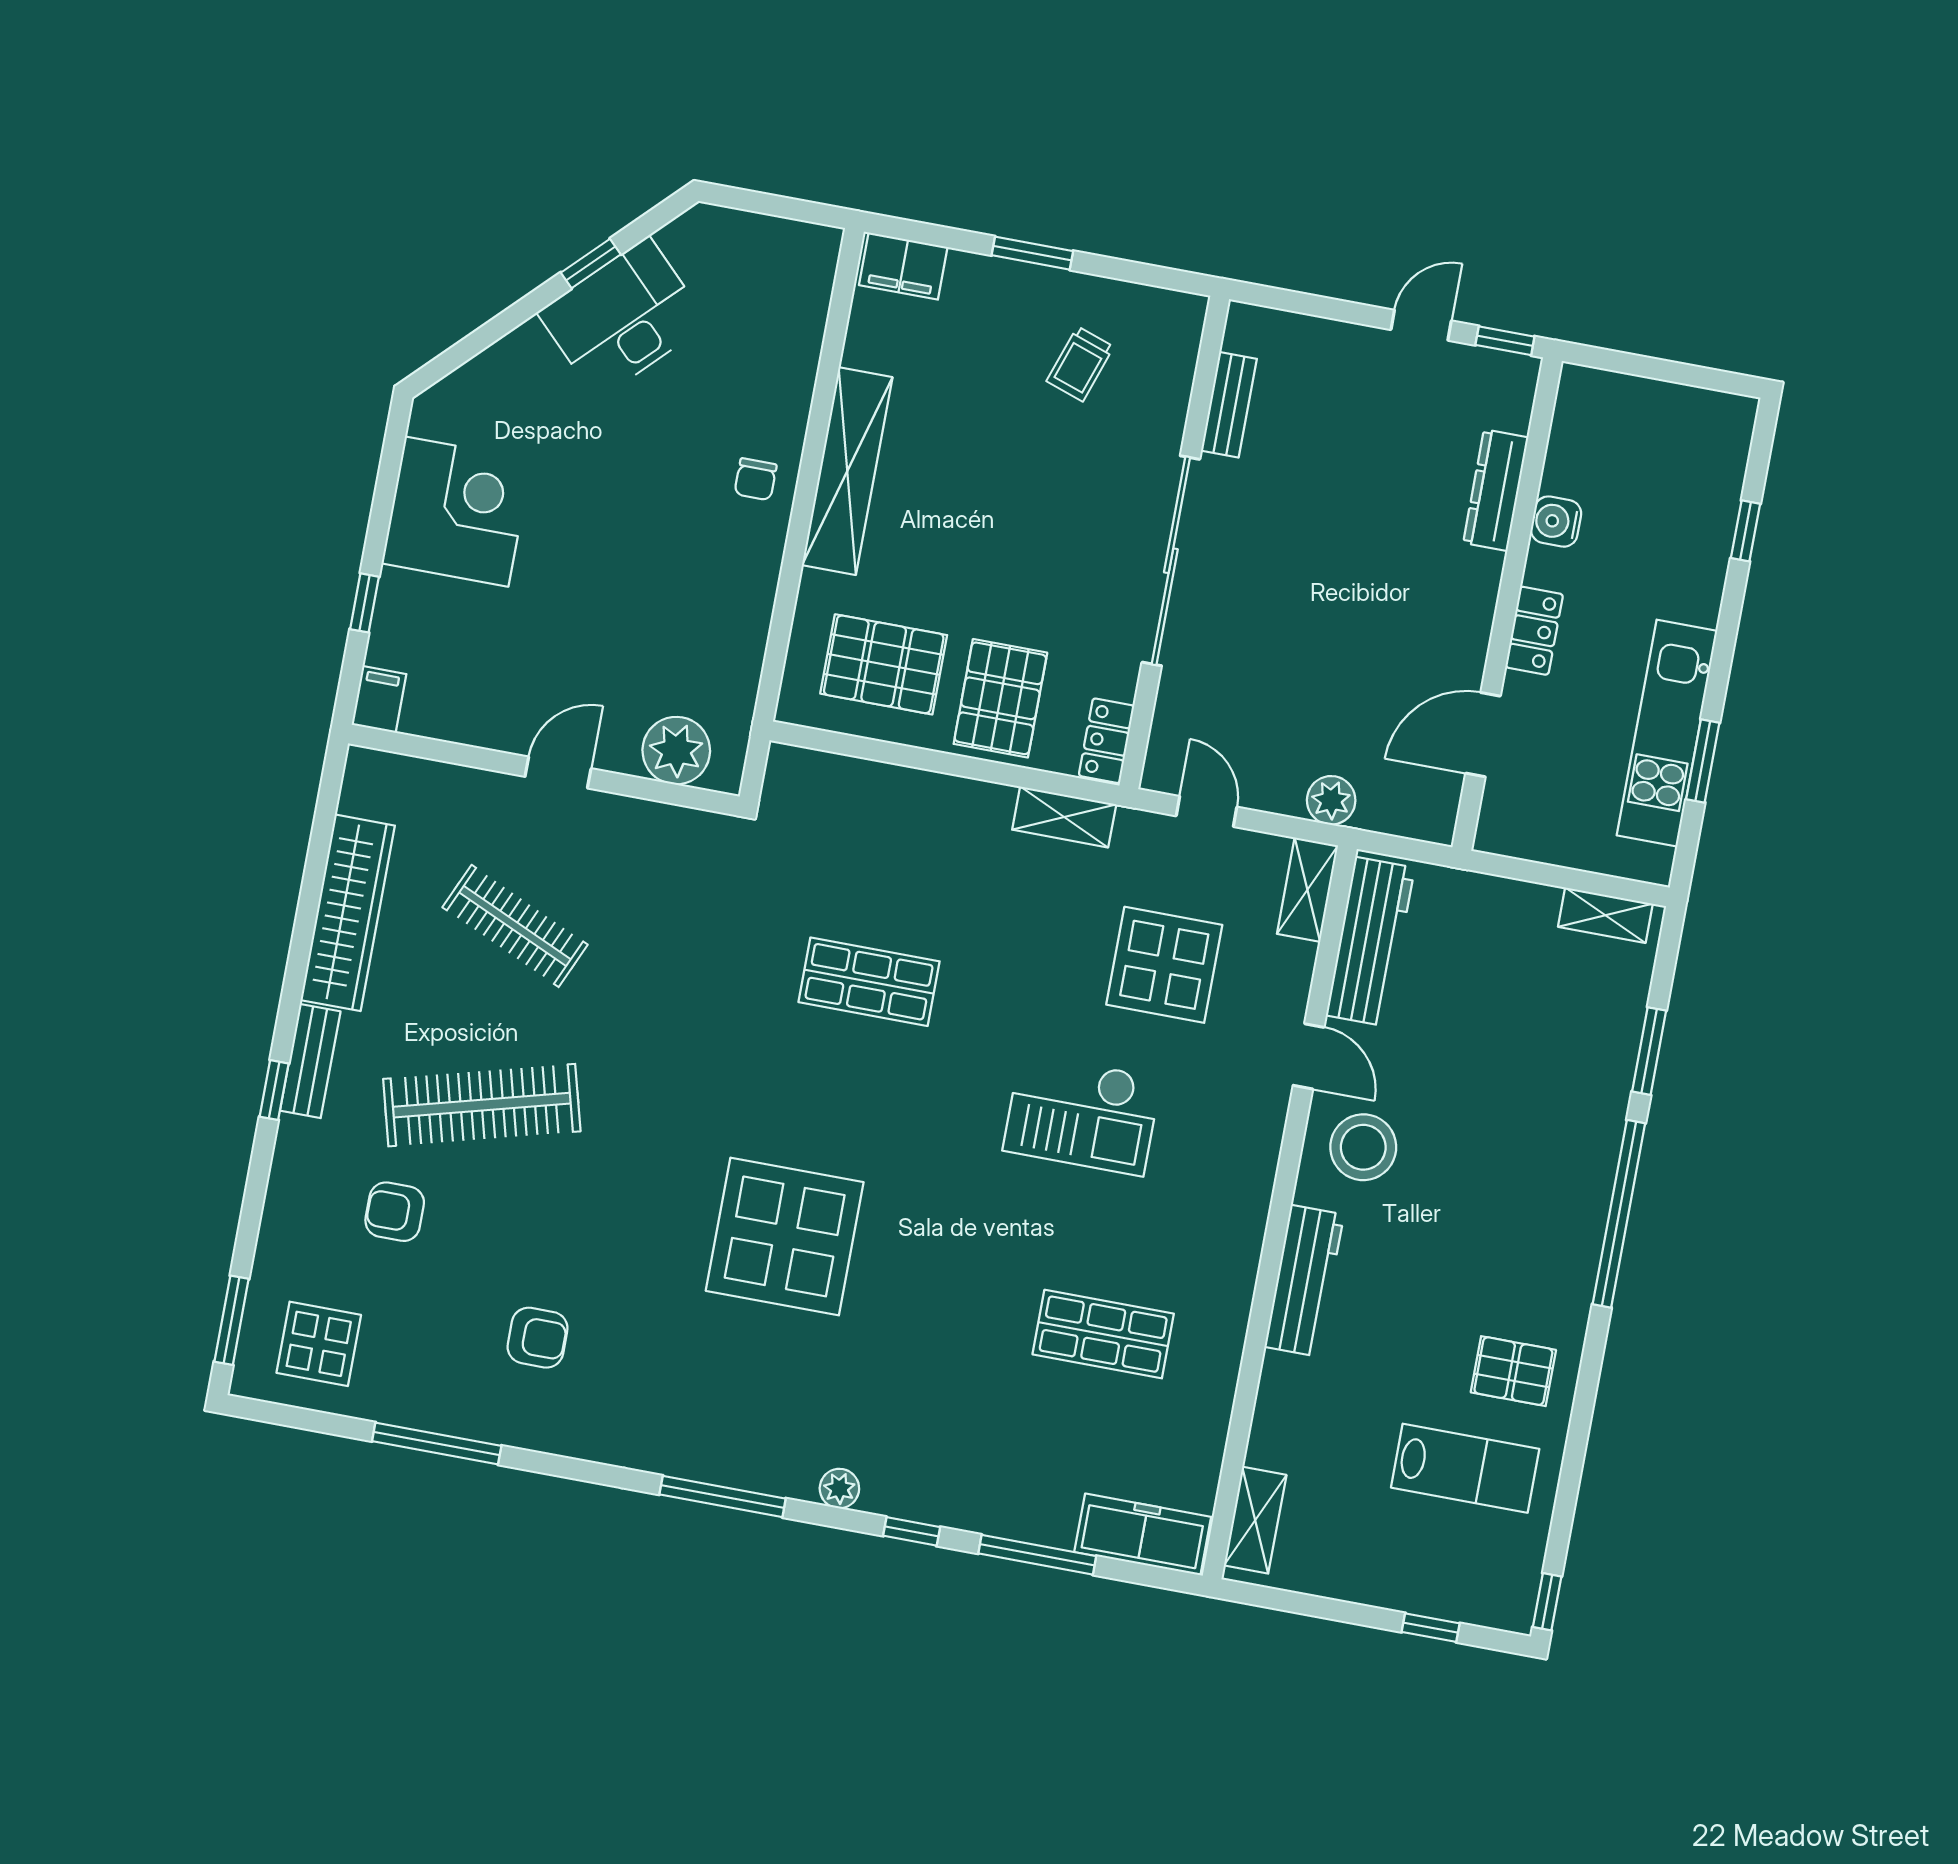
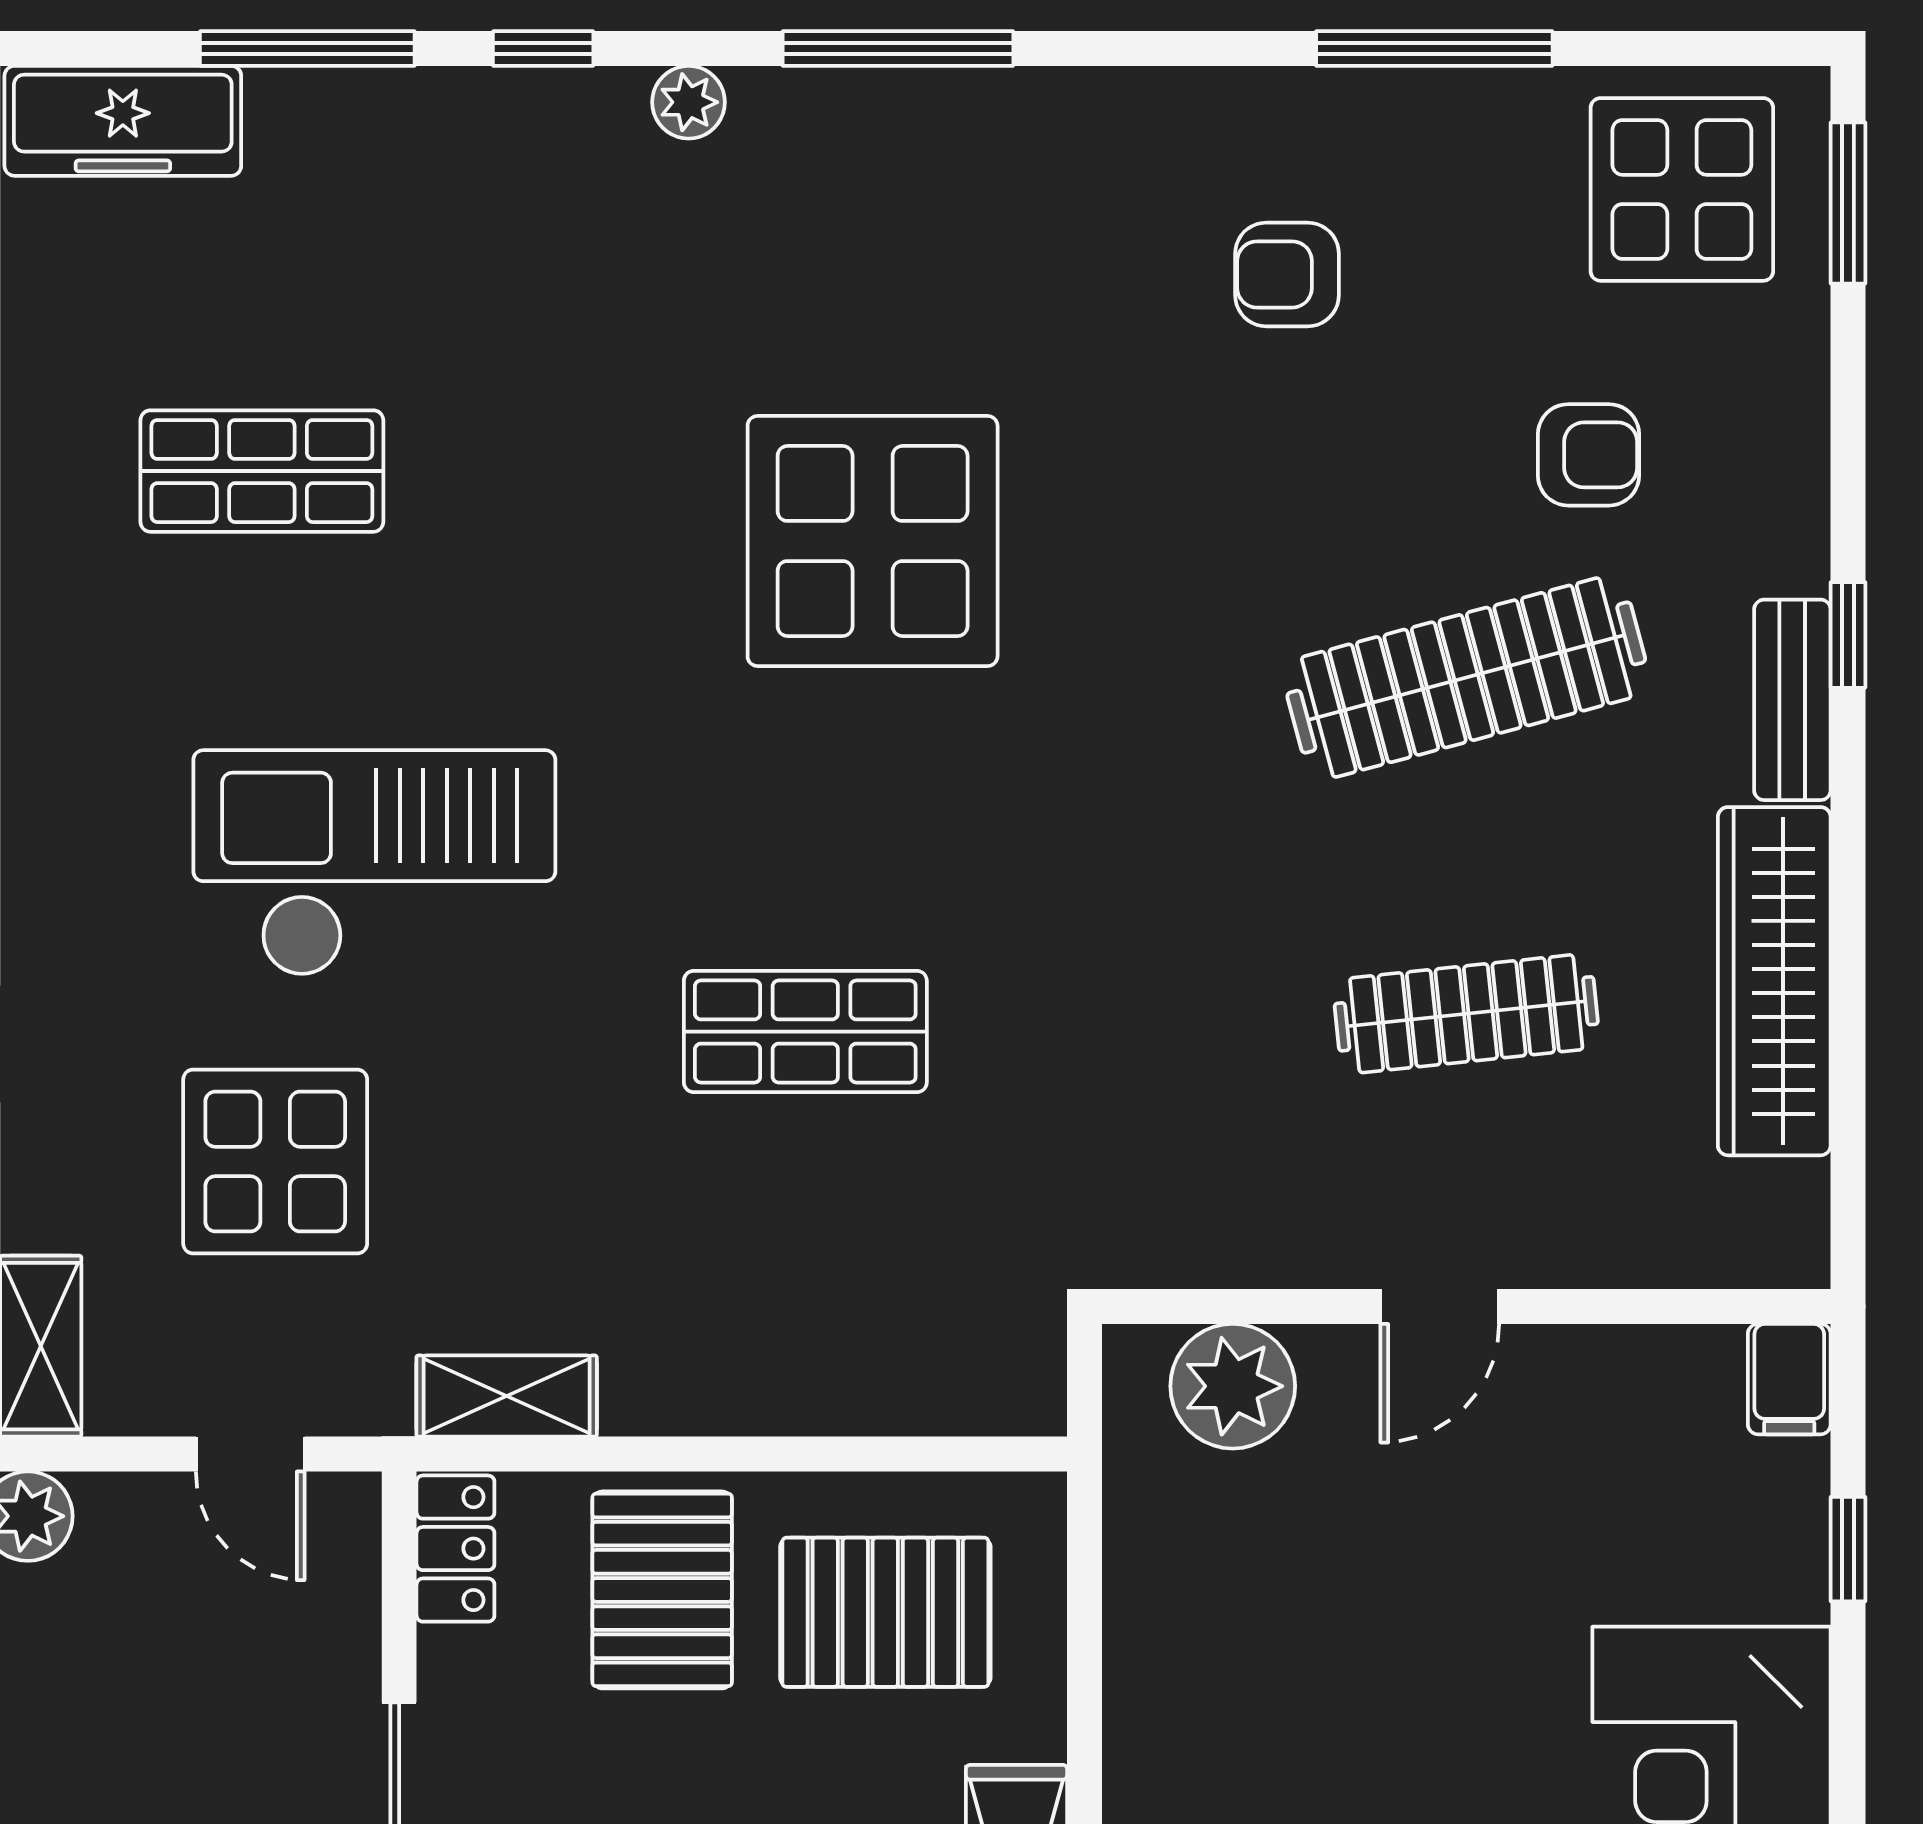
clothes rail: (515, 926) -> (1466, 1014), turned -30
checkout: (1082, 1114) -> (374, 863), width x1.36, depth x1.21
display table: (319, 1344) -> (1682, 189), width x1.36, depth x1.36

